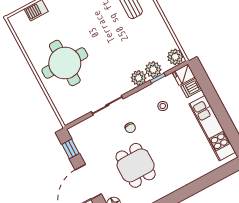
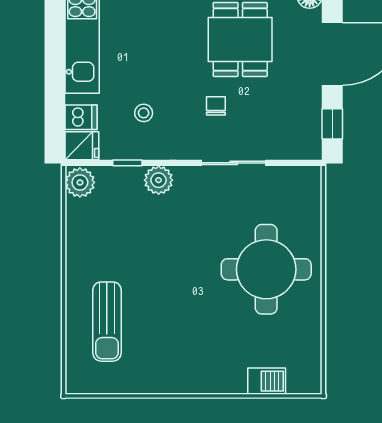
plant: (153, 69) -> (127, 181), removed

